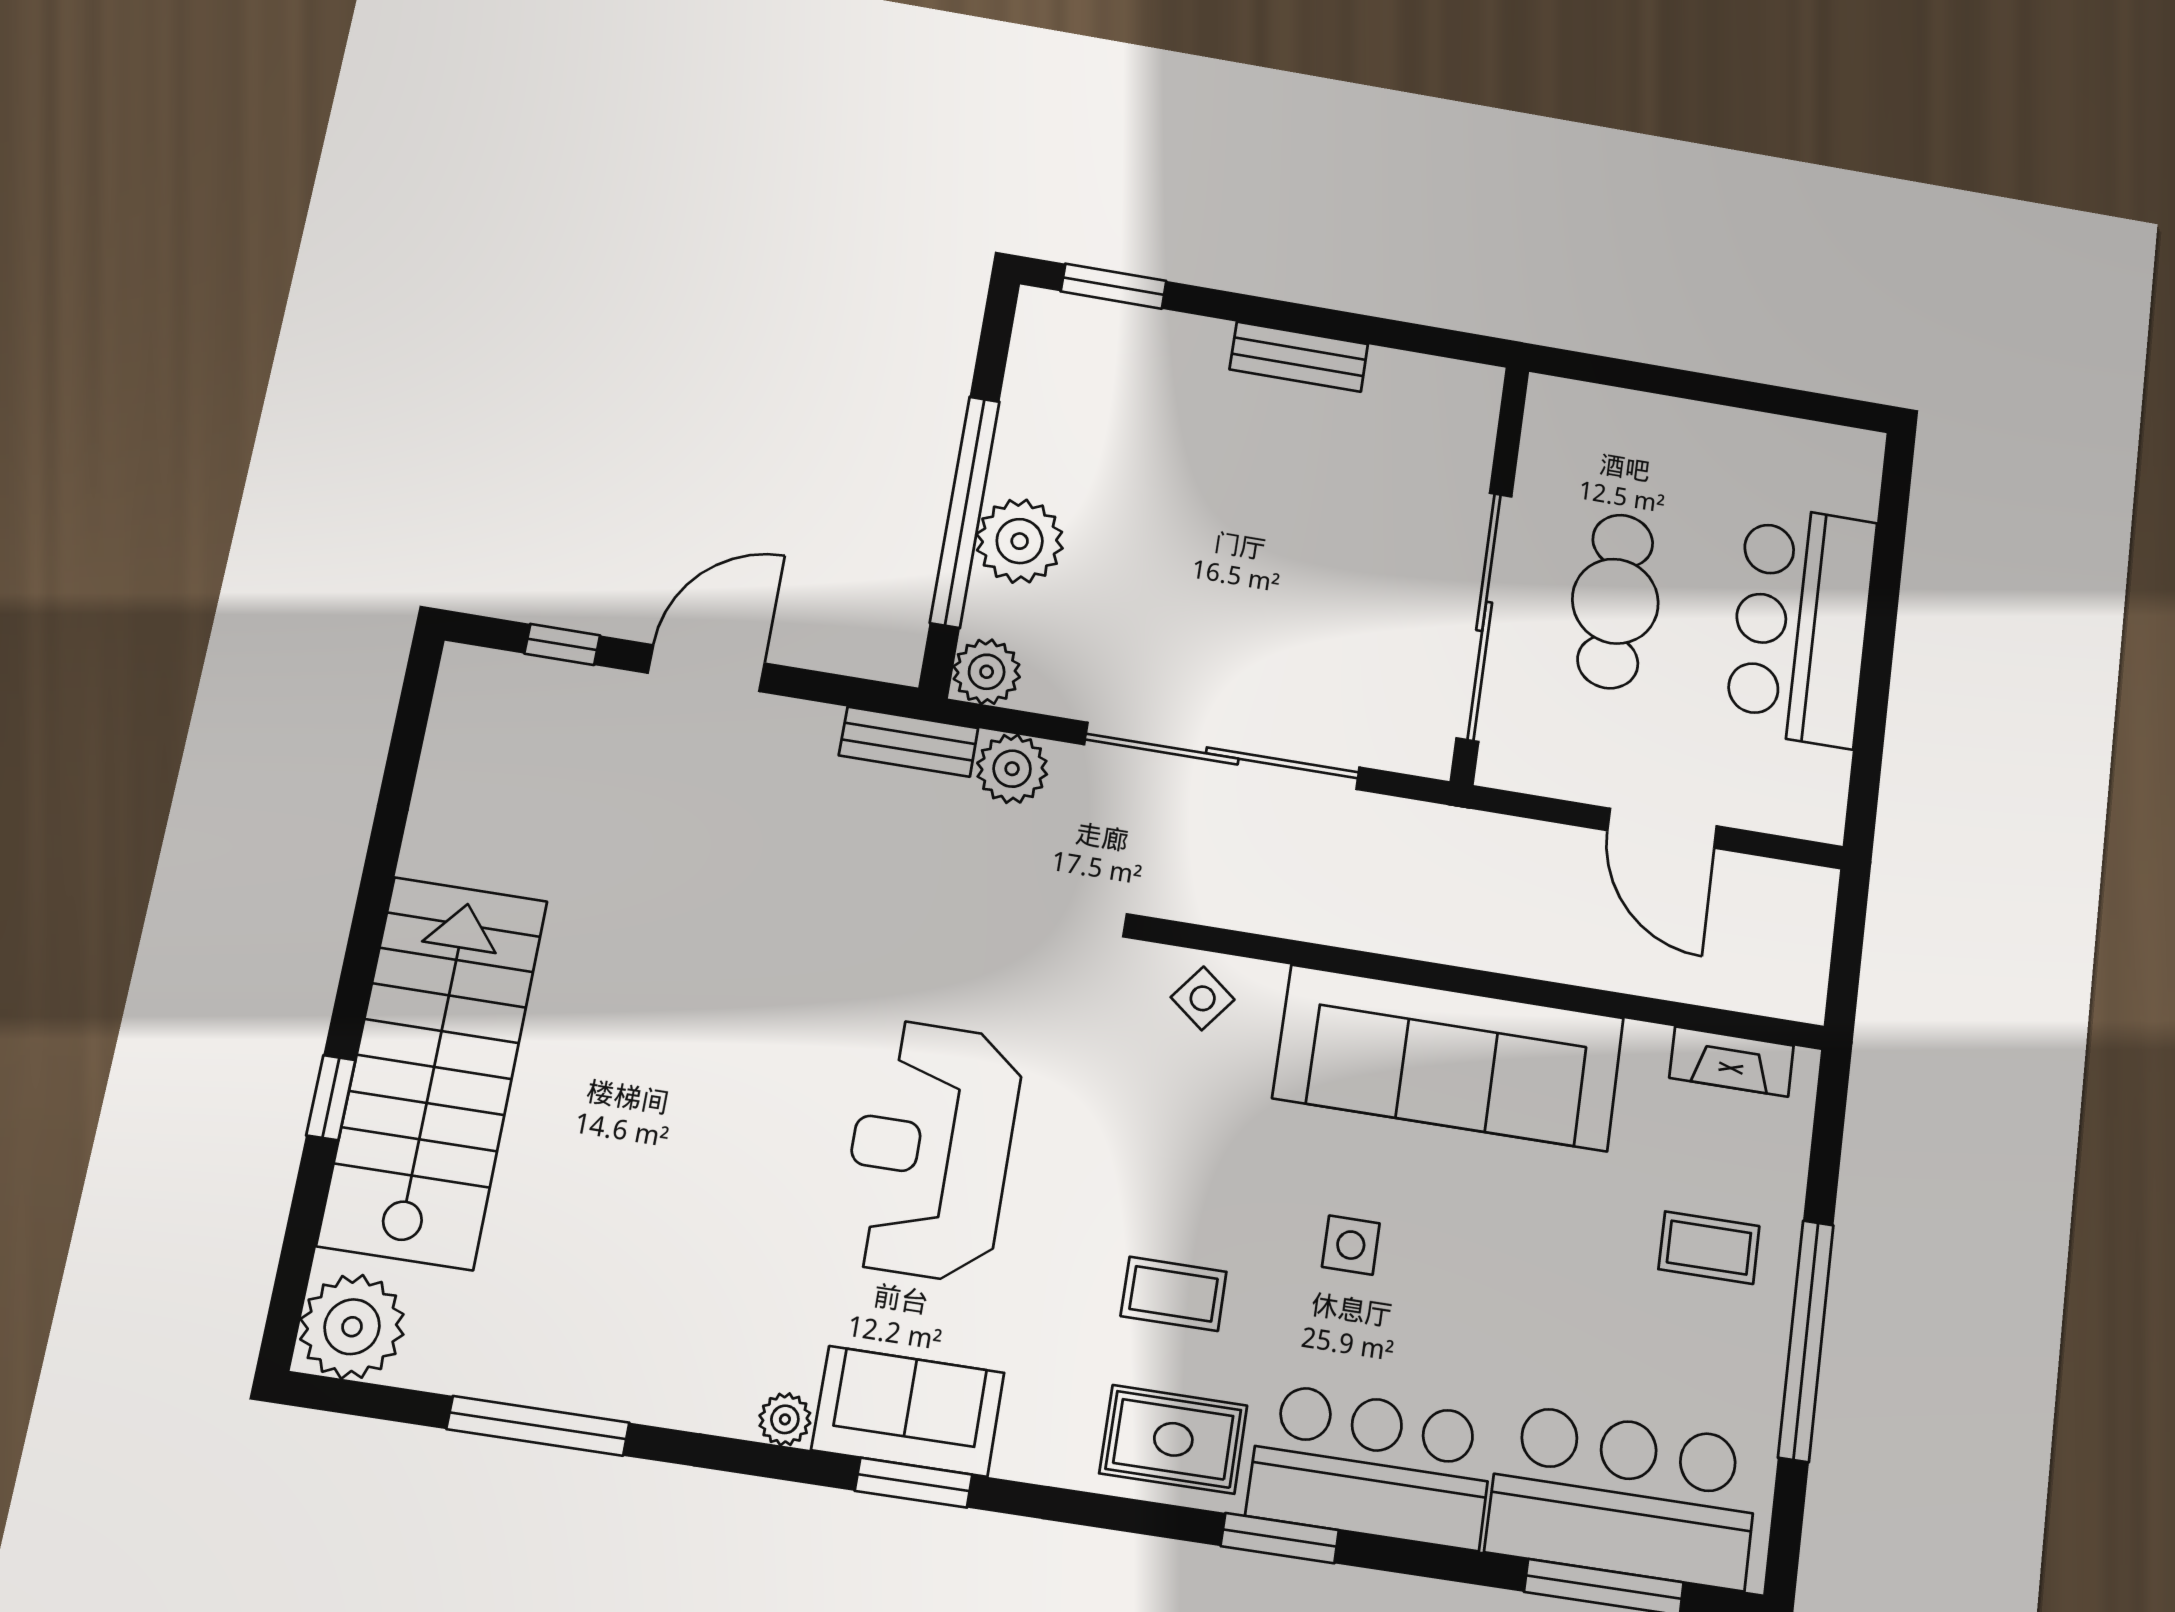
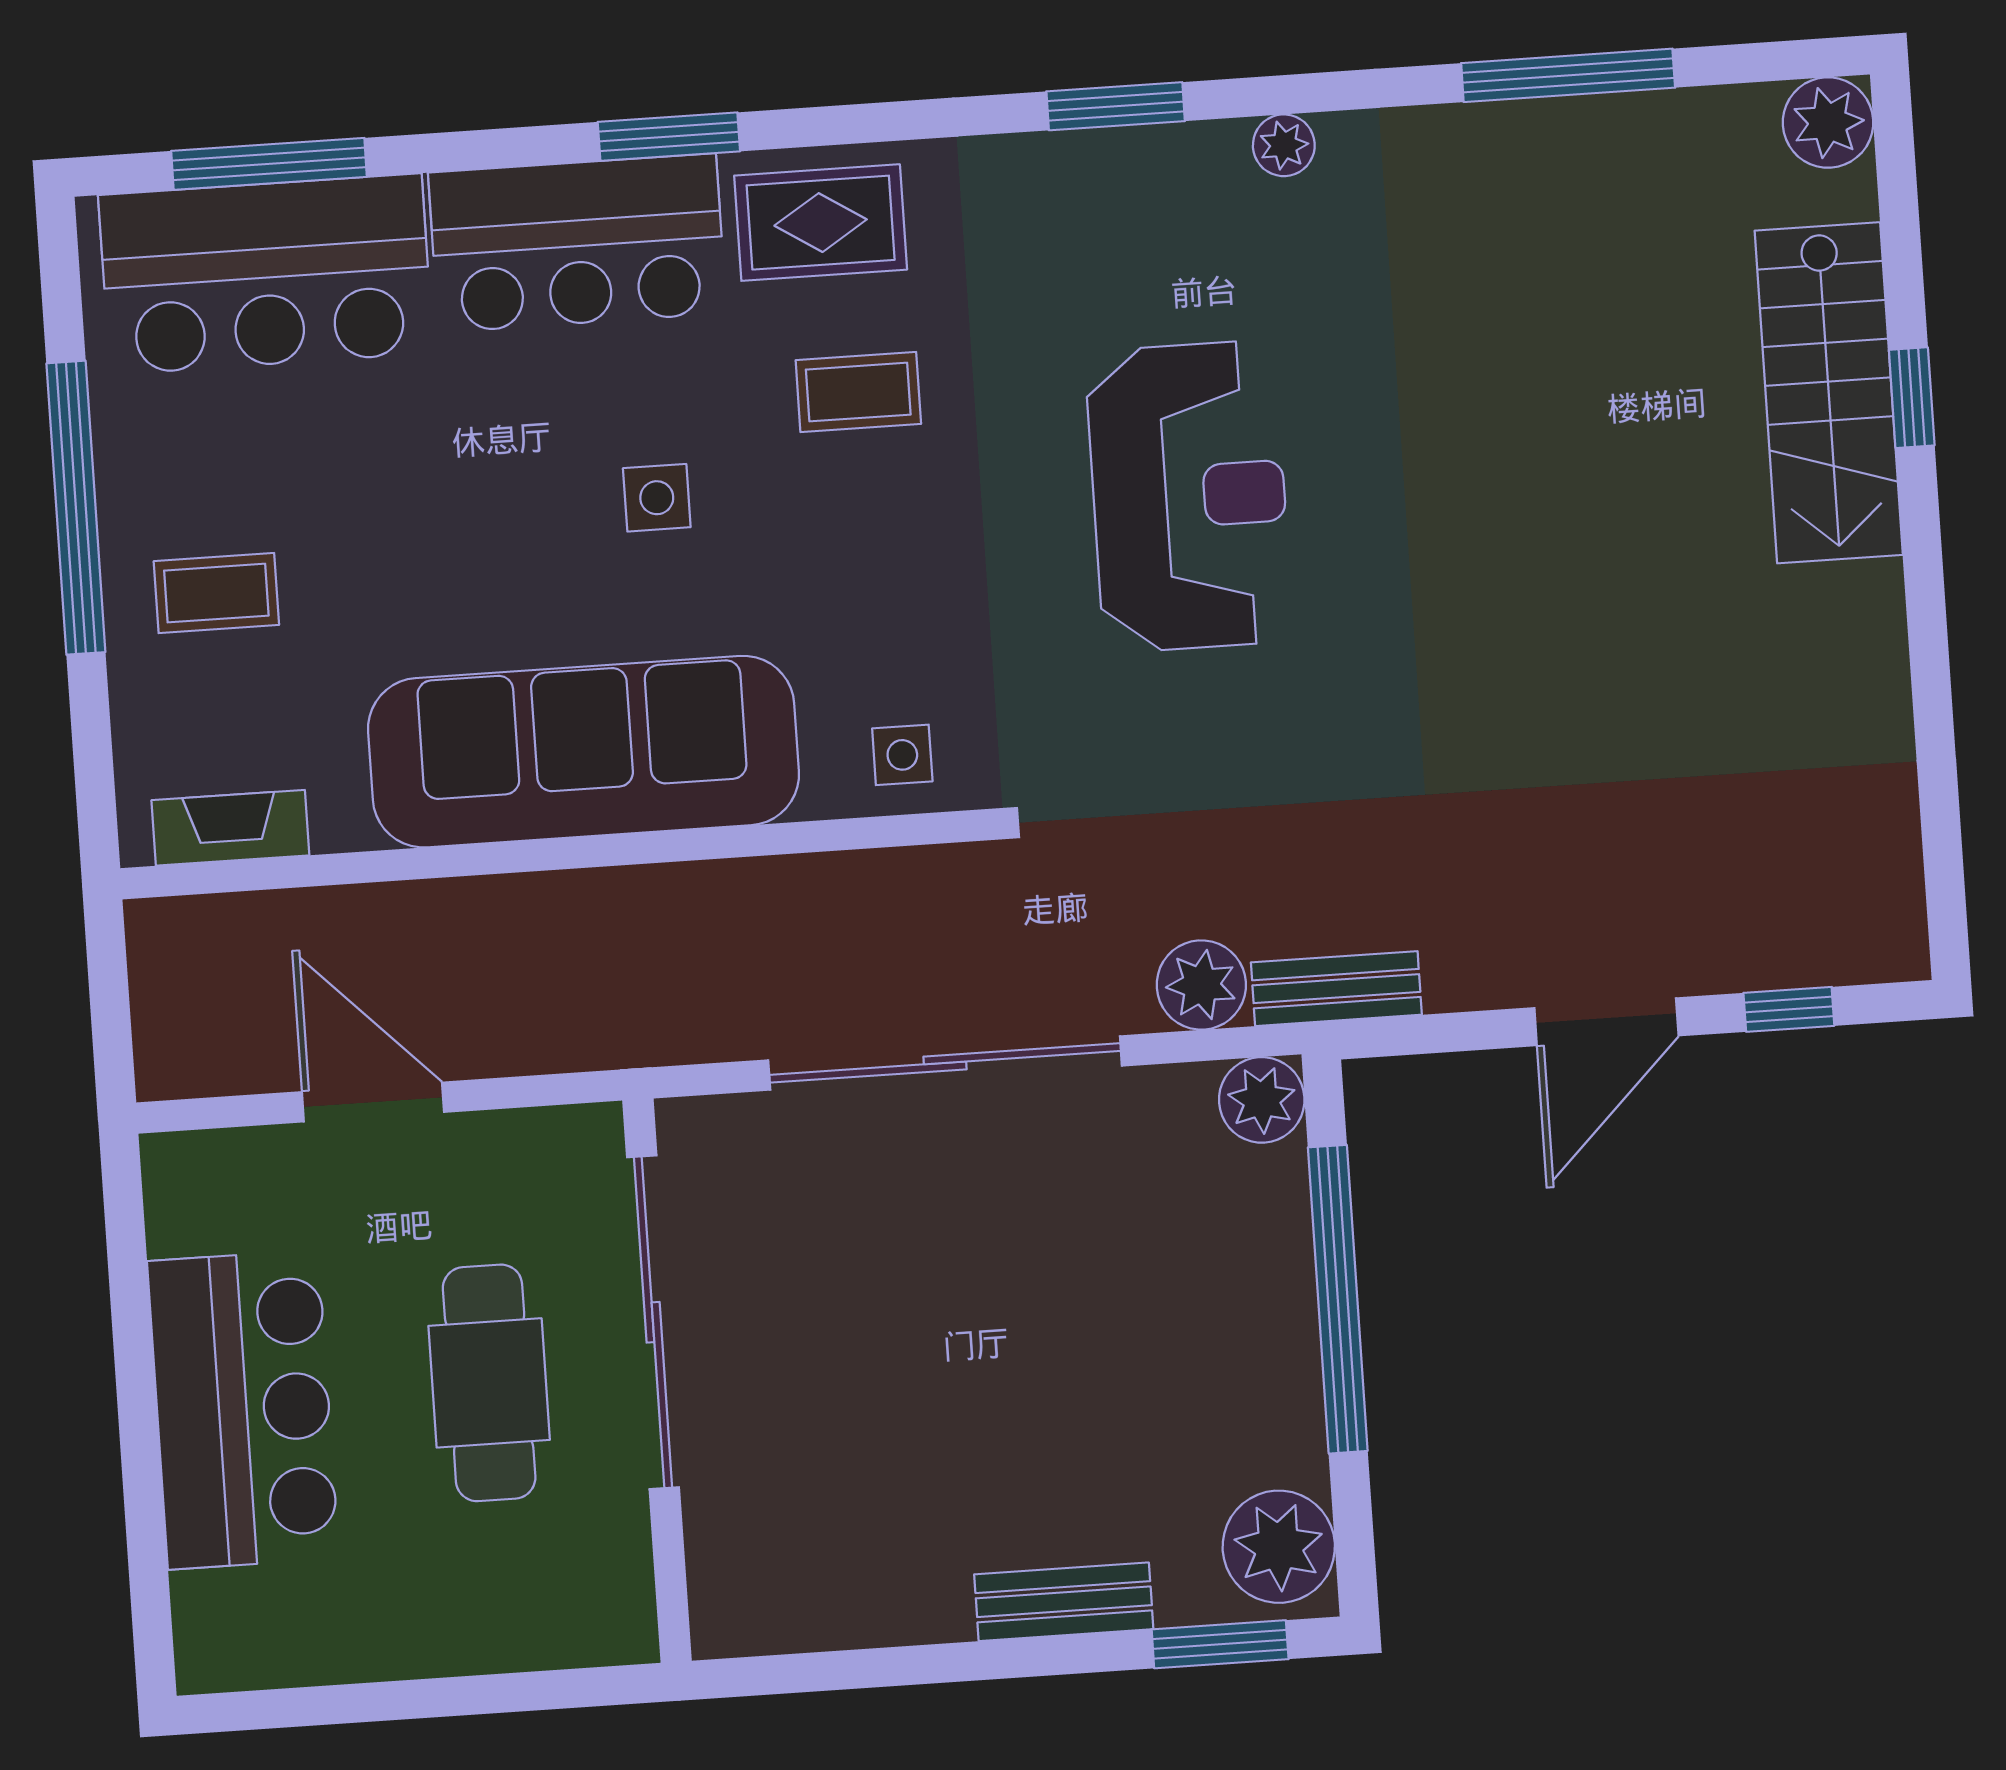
bench: (1299, 357) -> (1064, 1602), moved
plant: (1020, 541) -> (1279, 1547), moved
side table: (1203, 998) -> (902, 755), turned -38
stairs: (433, 1072) -> (1829, 393), width x0.73, depth x0.66
plant: (352, 1327) -> (1828, 123), width x0.73, depth x0.73
sofa: (908, 1411) -> (1142, 186), removed

